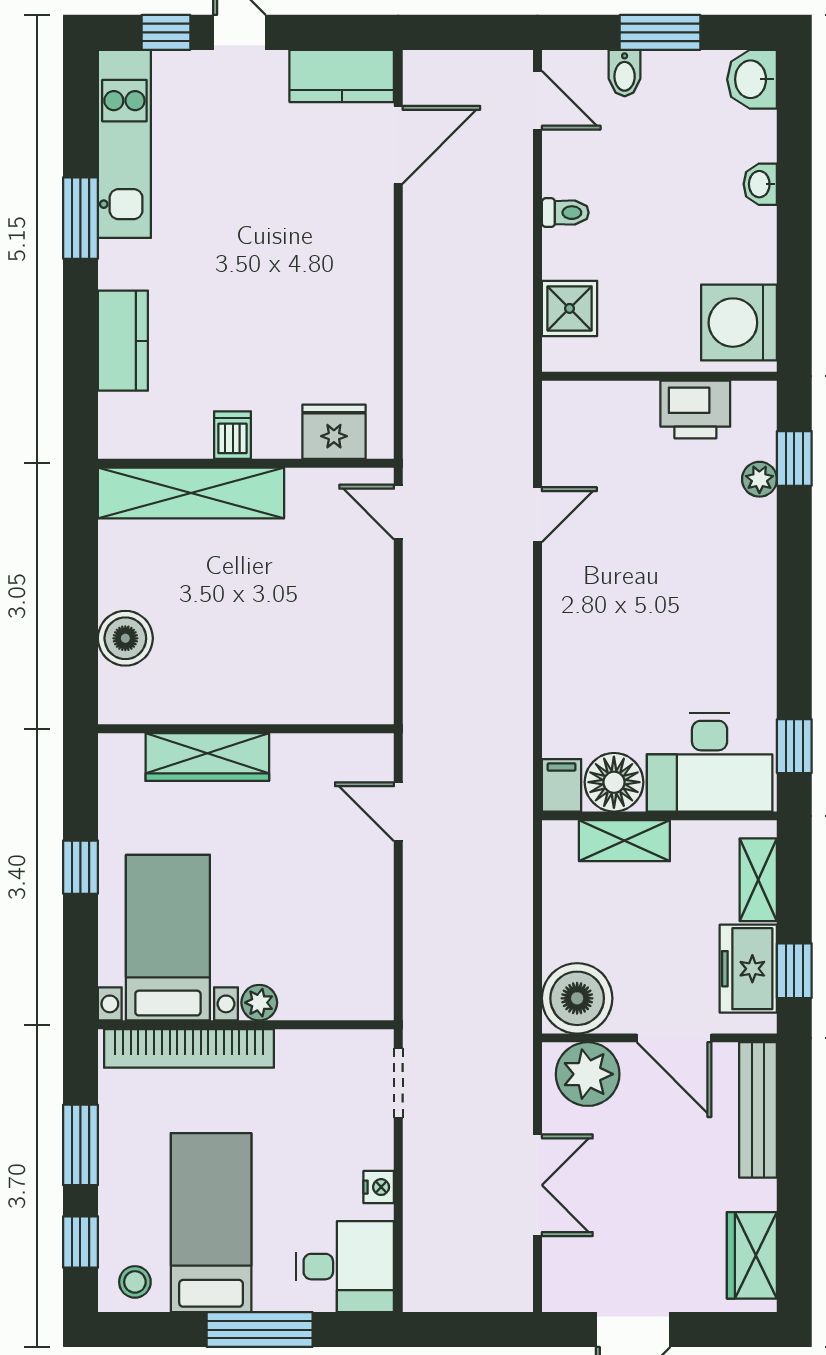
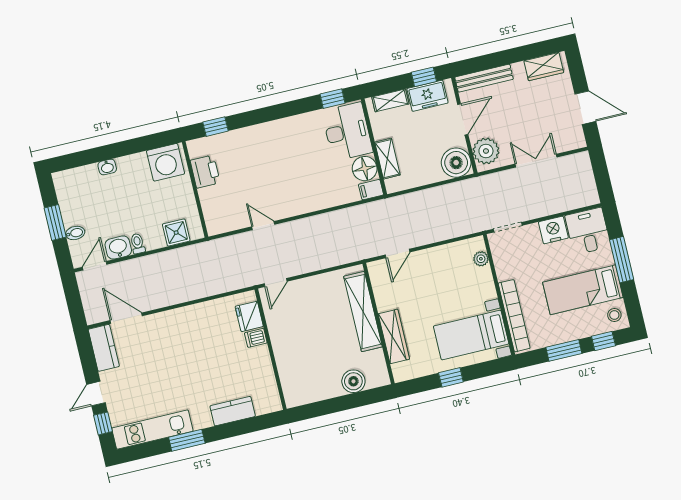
washbasin: (752, 79) -> (118, 248), moved, turned 180
dishwasher: (233, 435) -> (256, 338), moved
plant: (759, 479) -> (227, 139), removed
shelving: (191, 493) -> (363, 312), moved
plant: (259, 1003) -> (481, 259), moved
nightstand: (379, 1187) -> (553, 230), width x1.89, depth x1.79

